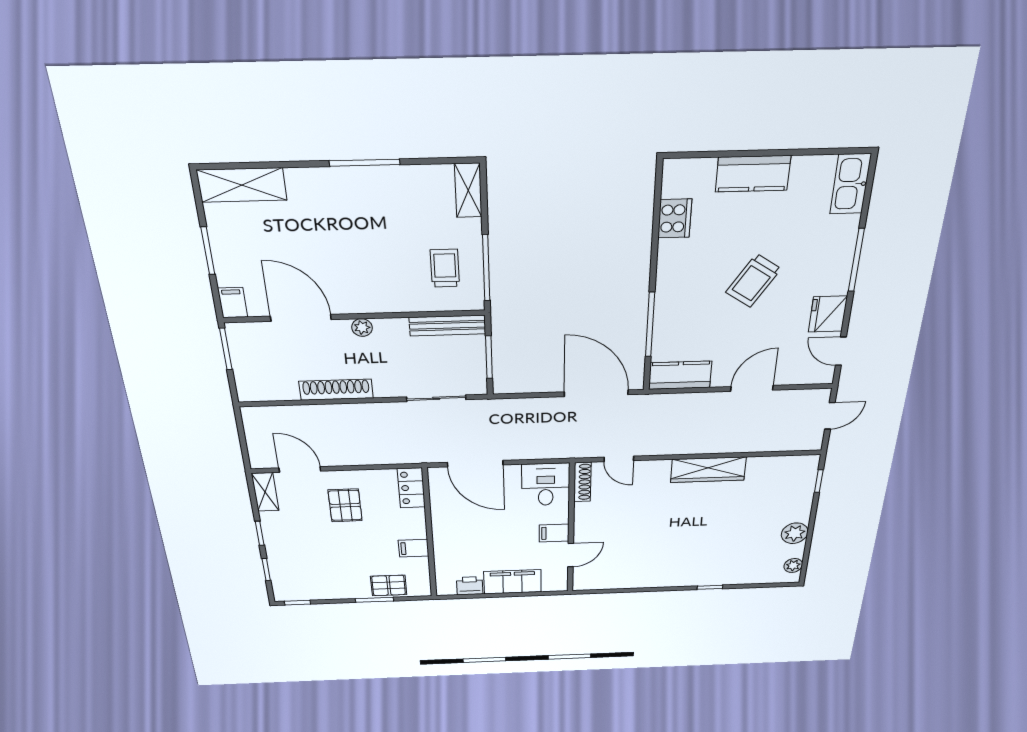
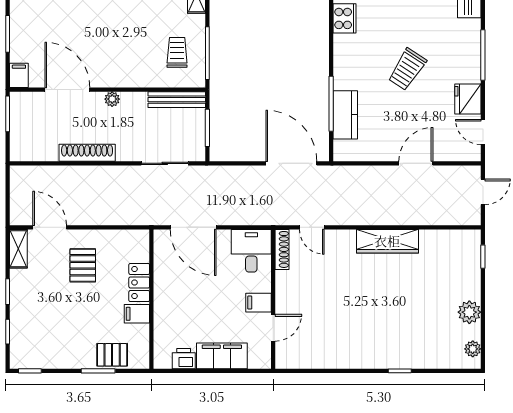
kitchen counter: (680, 375) -> (345, 115), moved, turned 90
locker: (411, 488) -> (139, 282), moved

